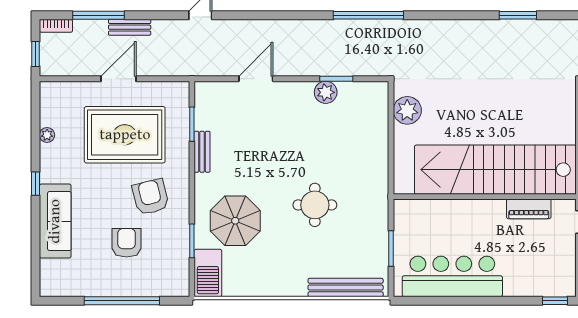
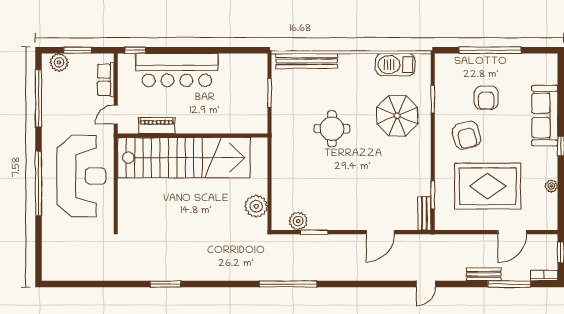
door: (119, 79) -> (512, 232), moved
plant: (326, 92) -> (298, 221), moved
bench: (202, 152) -> (424, 213), moved
barbecue: (208, 273) -> (395, 65), moved, turned -90
bar counter: (452, 276) -> (177, 70), moved

